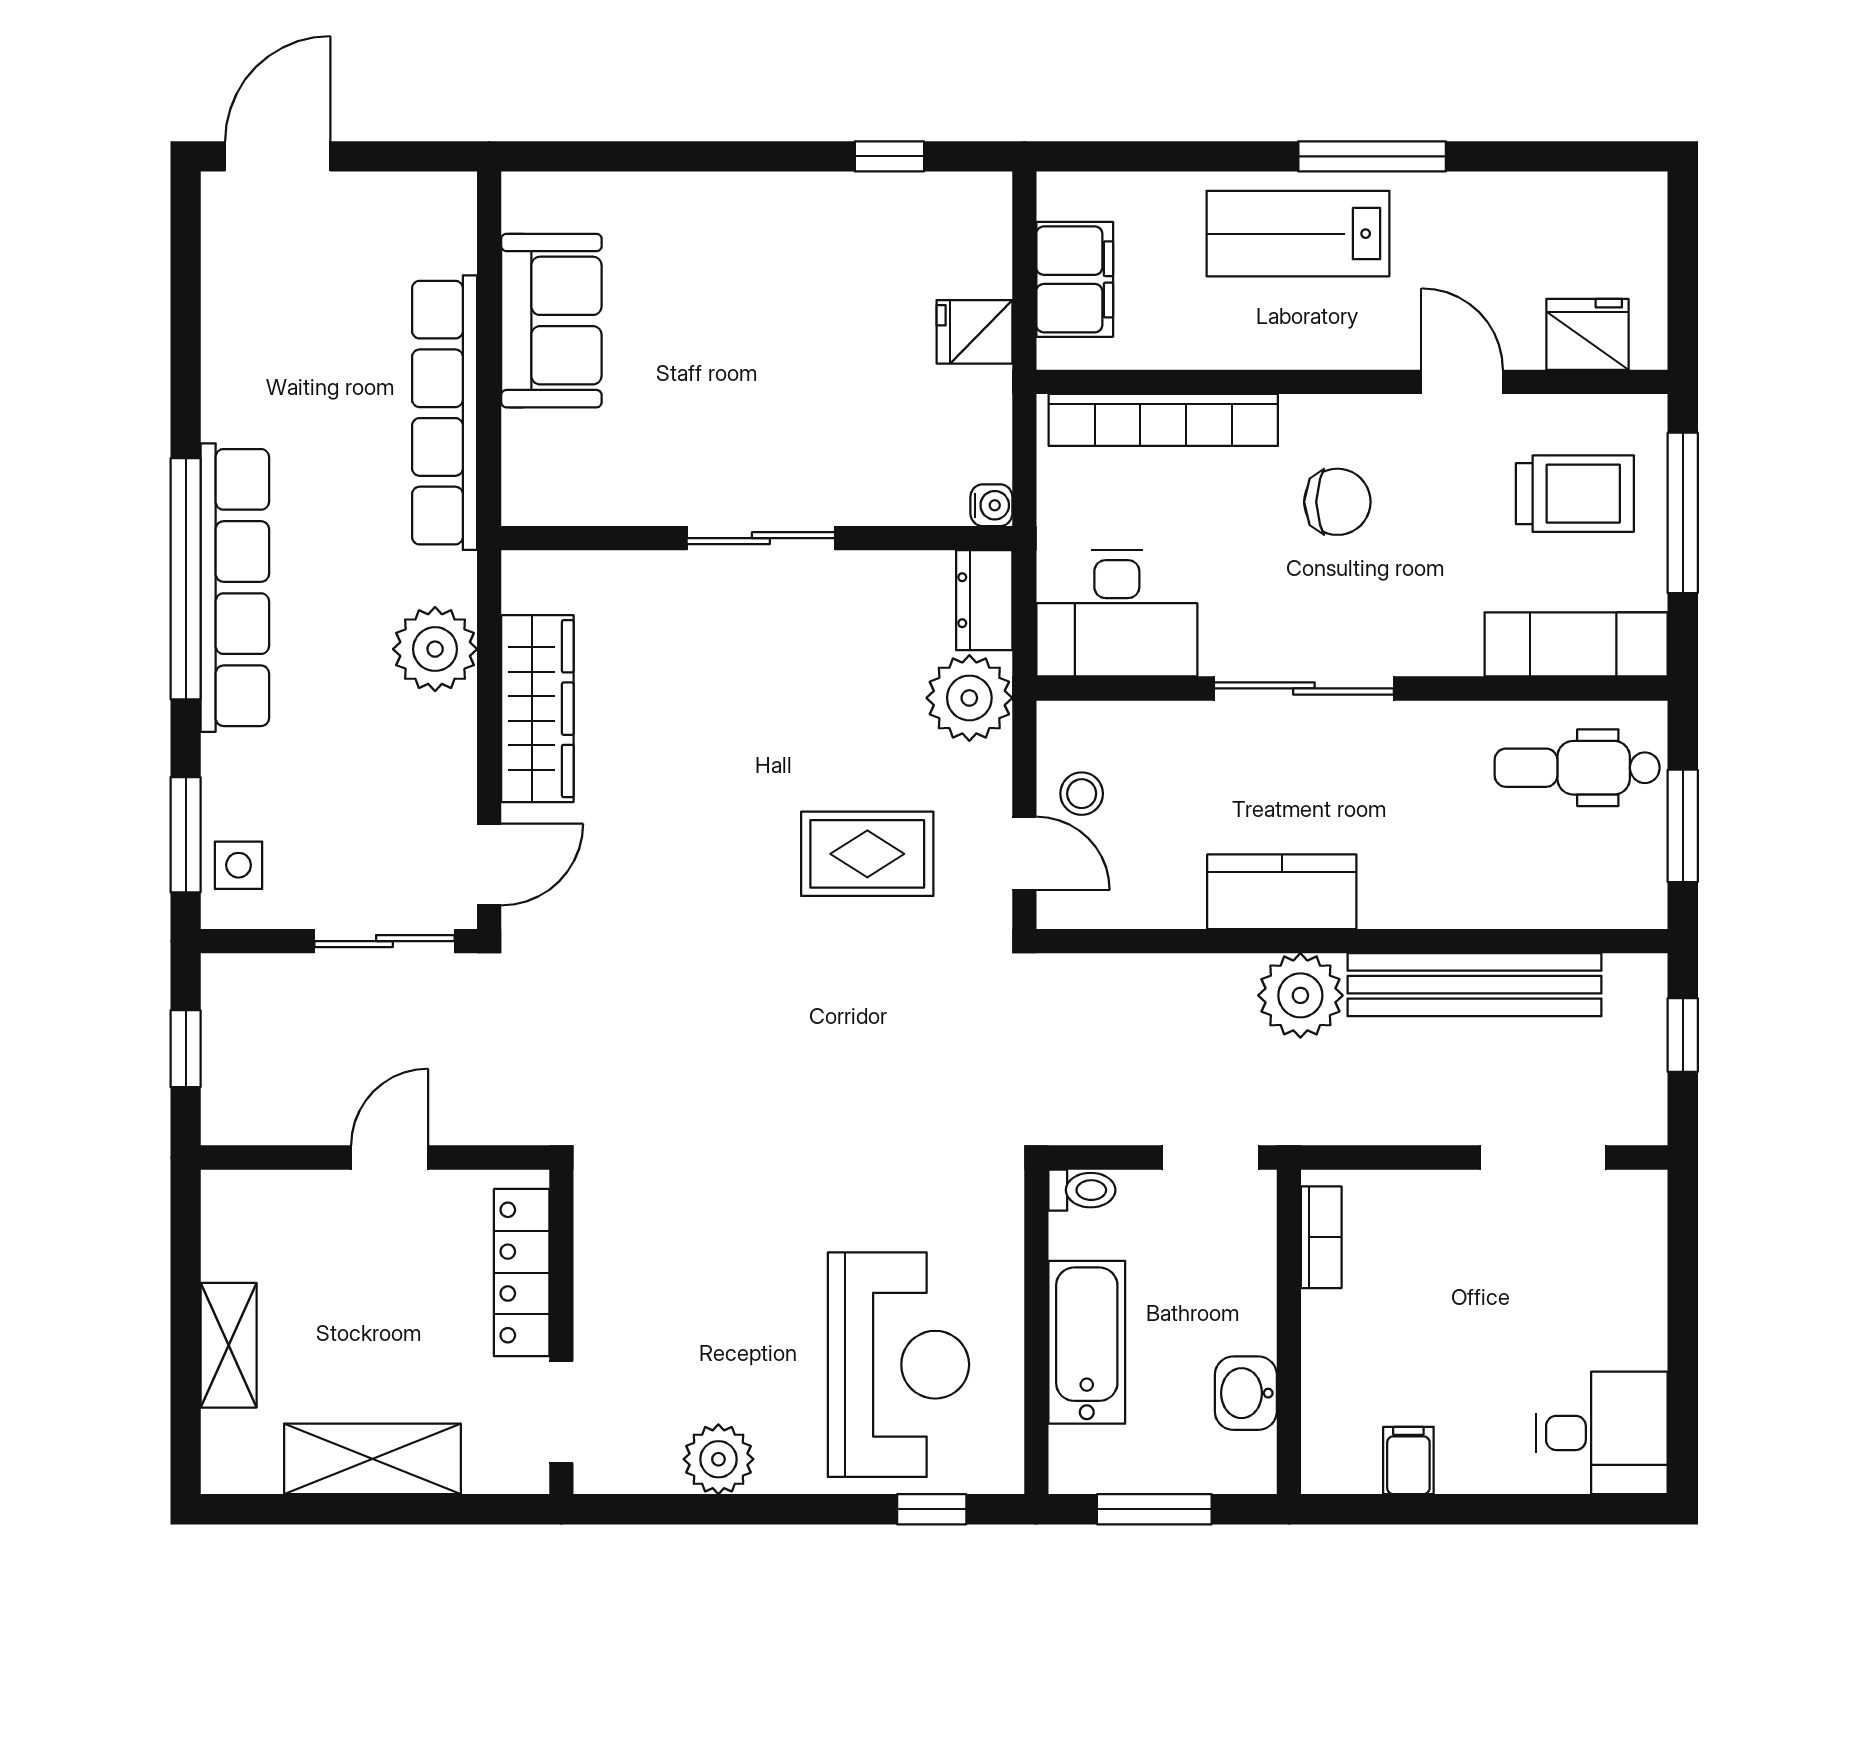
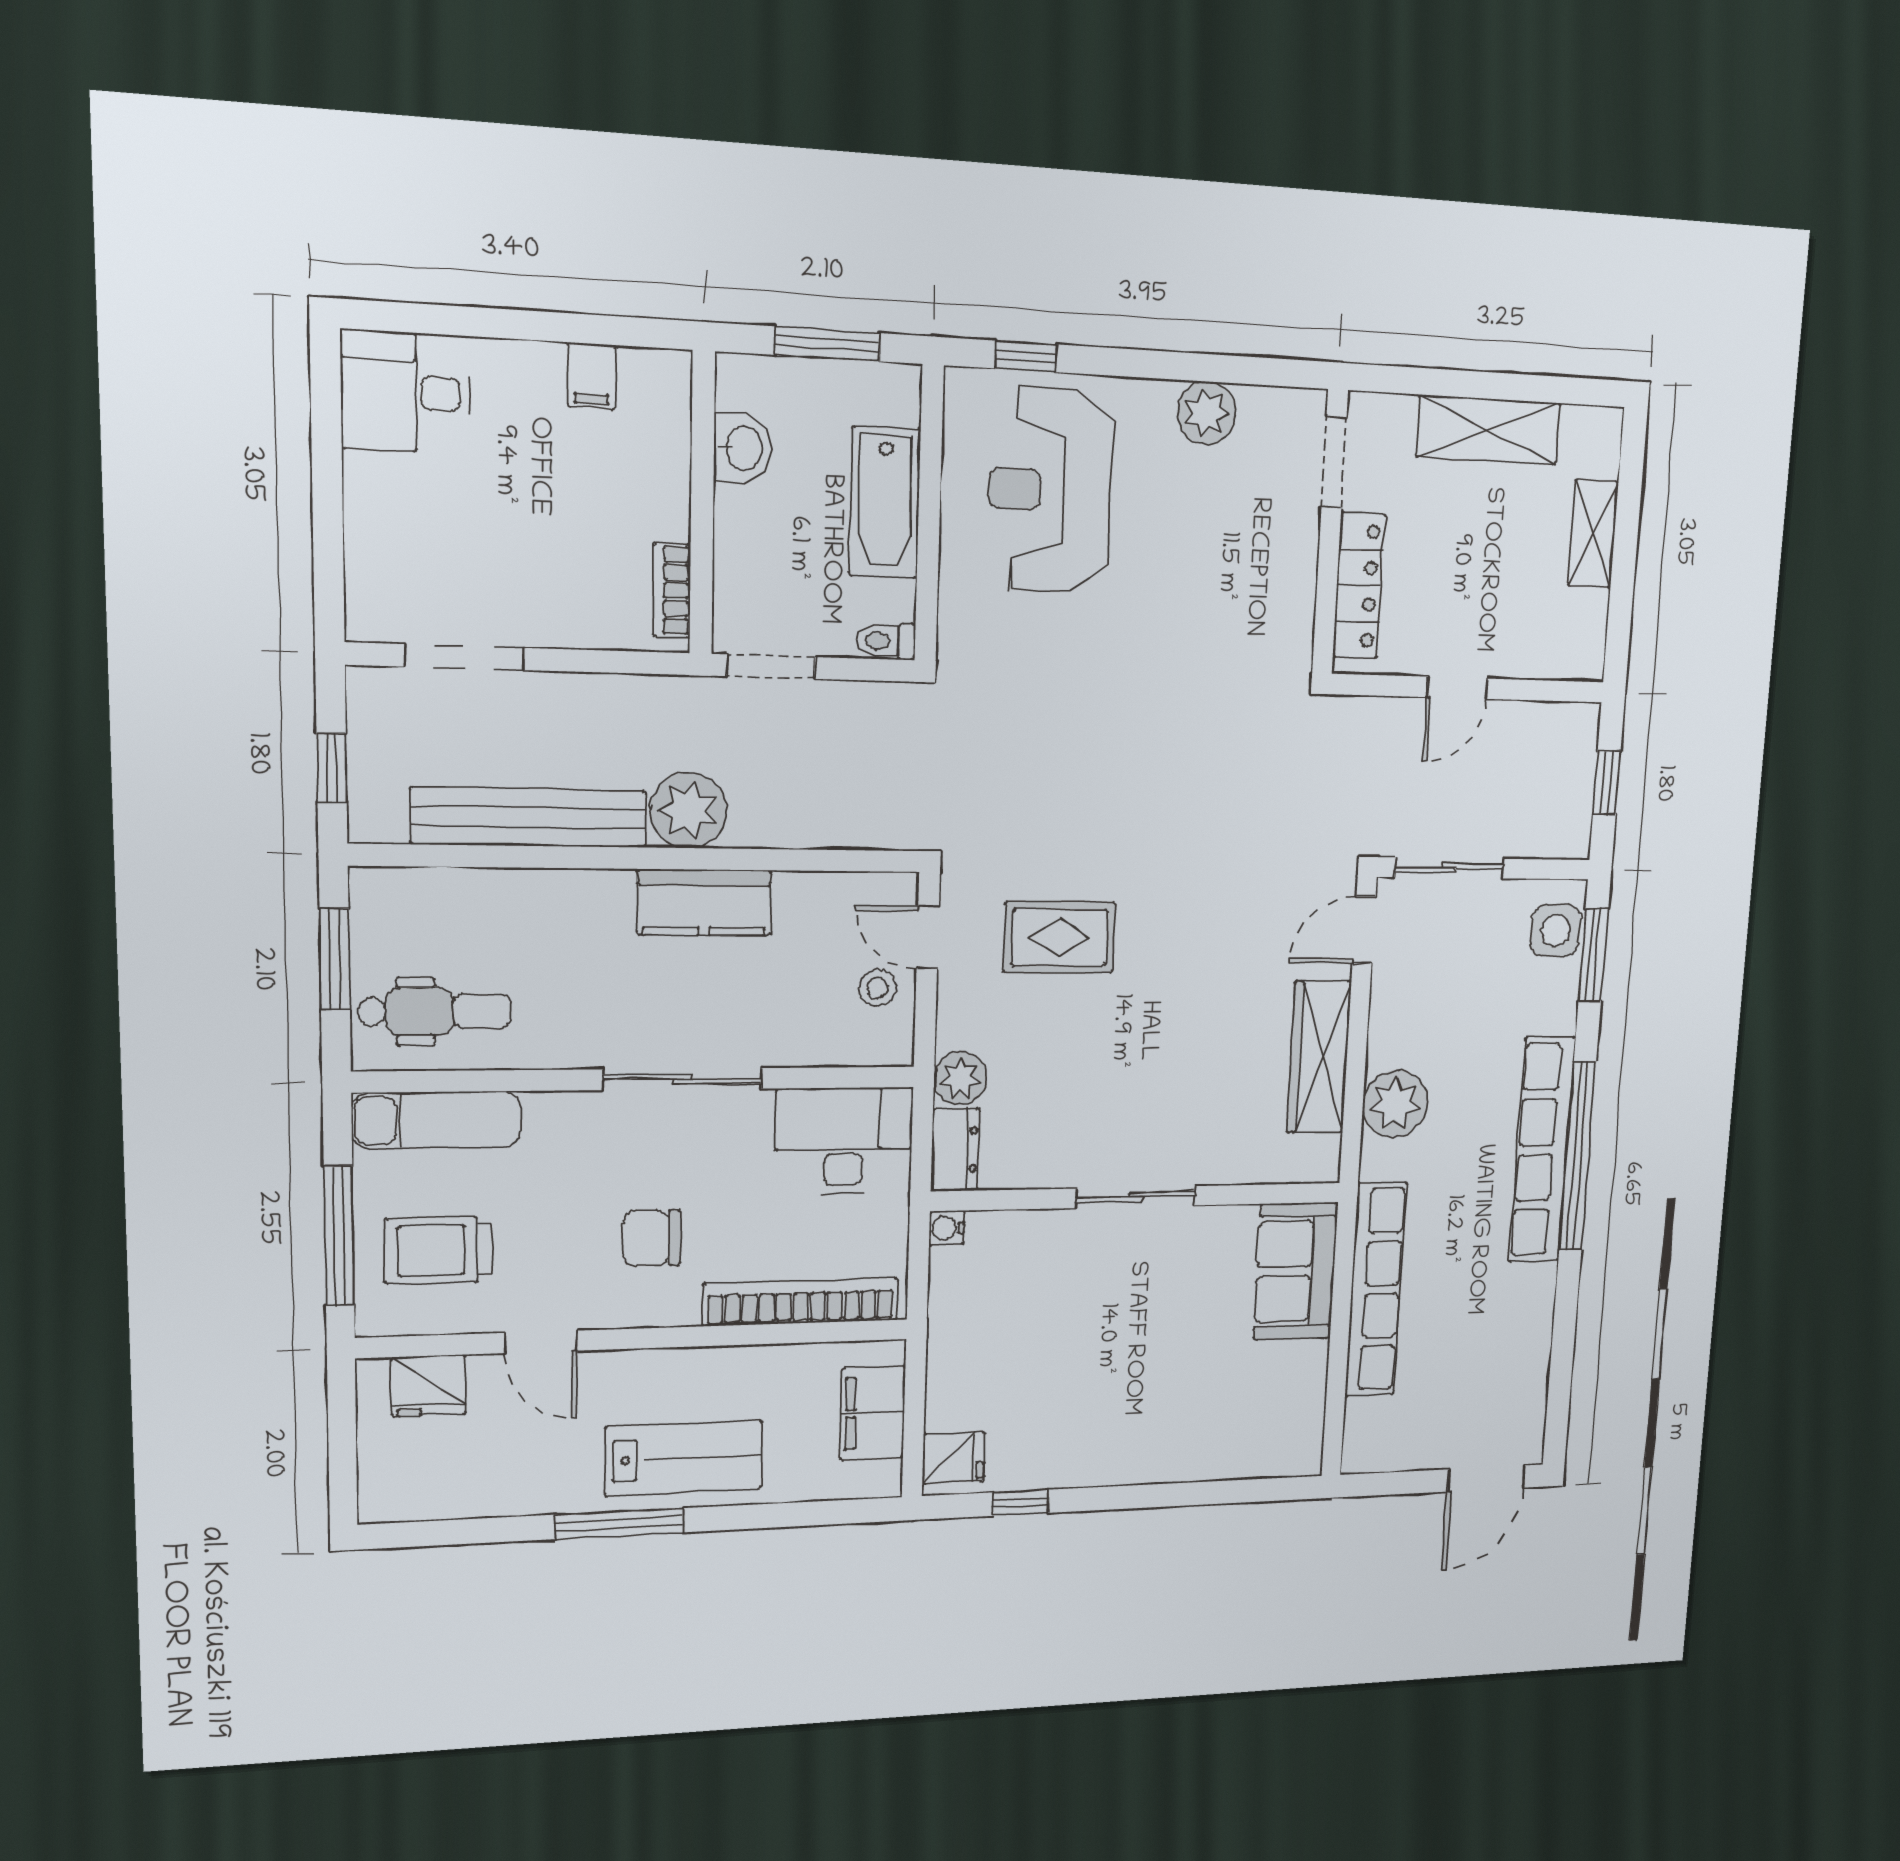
sofa: (551, 321) -> (1296, 1271), moved
fridge: (974, 332) -> (954, 1458), moved
plant: (969, 698) -> (960, 1078), width x0.73, depth x0.73
side table: (239, 865) -> (1556, 931), width x1.37, depth x1.37

